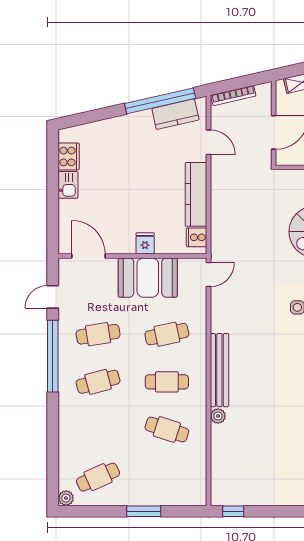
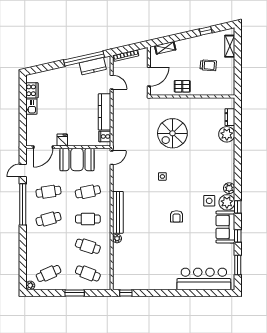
fridge: (145, 243) -> (62, 140), moved
door: (89, 256) -> (43, 147), swing flipped
cafe table: (167, 477) -> (88, 273), added

